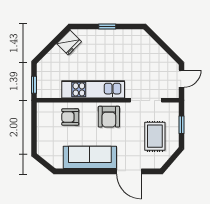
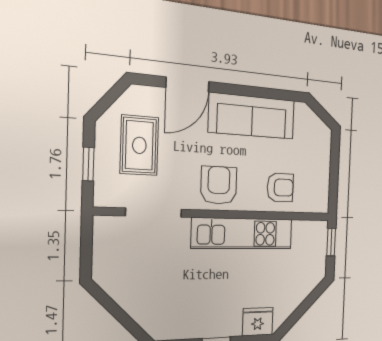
fridge: (69, 43) -> (258, 322), moved, turned 45
door: (181, 79) -> (86, 252), removed
door: (129, 171) -> (188, 84), swing flipped

